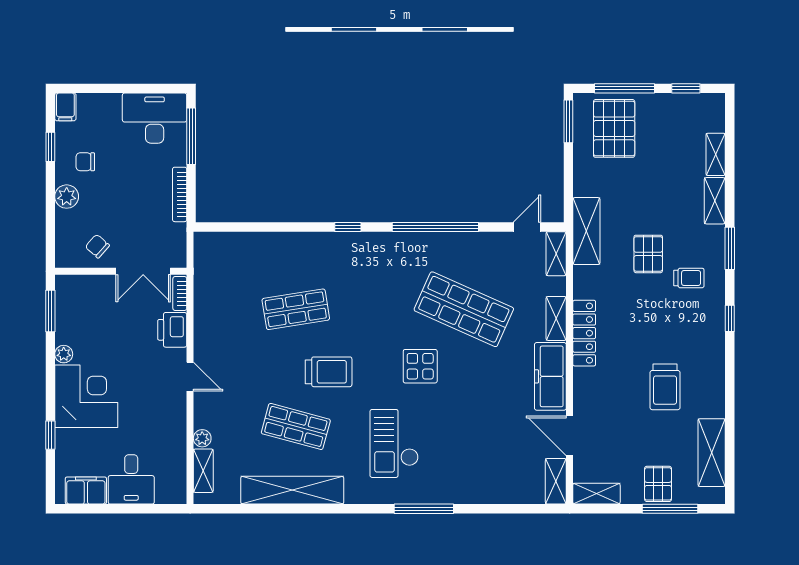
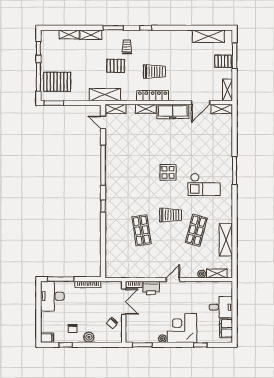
shop shelf: (464, 309) -> (141, 152), removed
trolley: (329, 372) -> (171, 215), turned 90
trolley: (665, 387) -> (154, 72), moved
shelving: (292, 490) -> (226, 240), width x0.68

